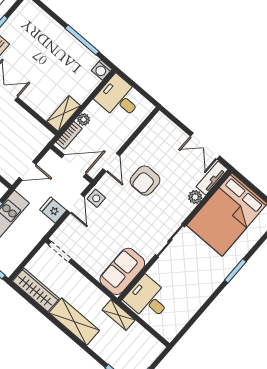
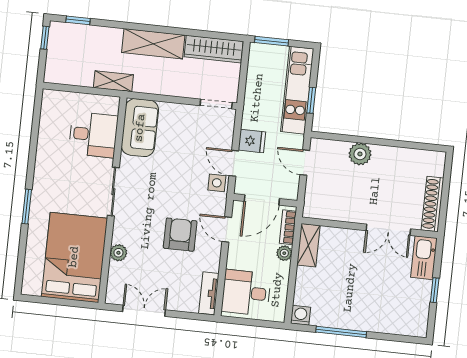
desk: (119, 98) -> (246, 293), moved, turned 180
door: (28, 171) -> (305, 163), hinge flipped
tv unit: (212, 178) -> (209, 293), moved, turned 180
desk: (148, 299) -> (93, 135), moved

